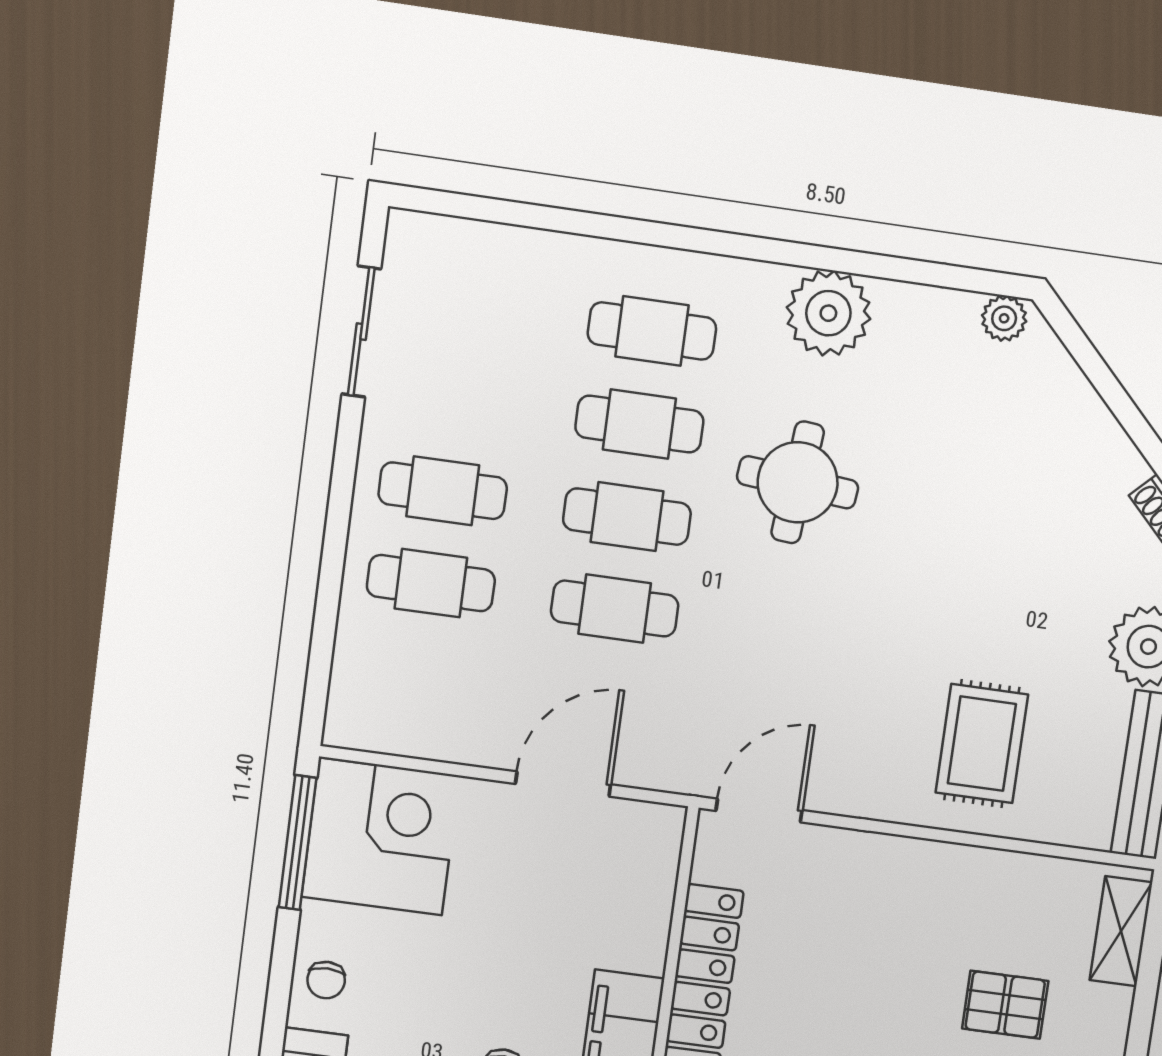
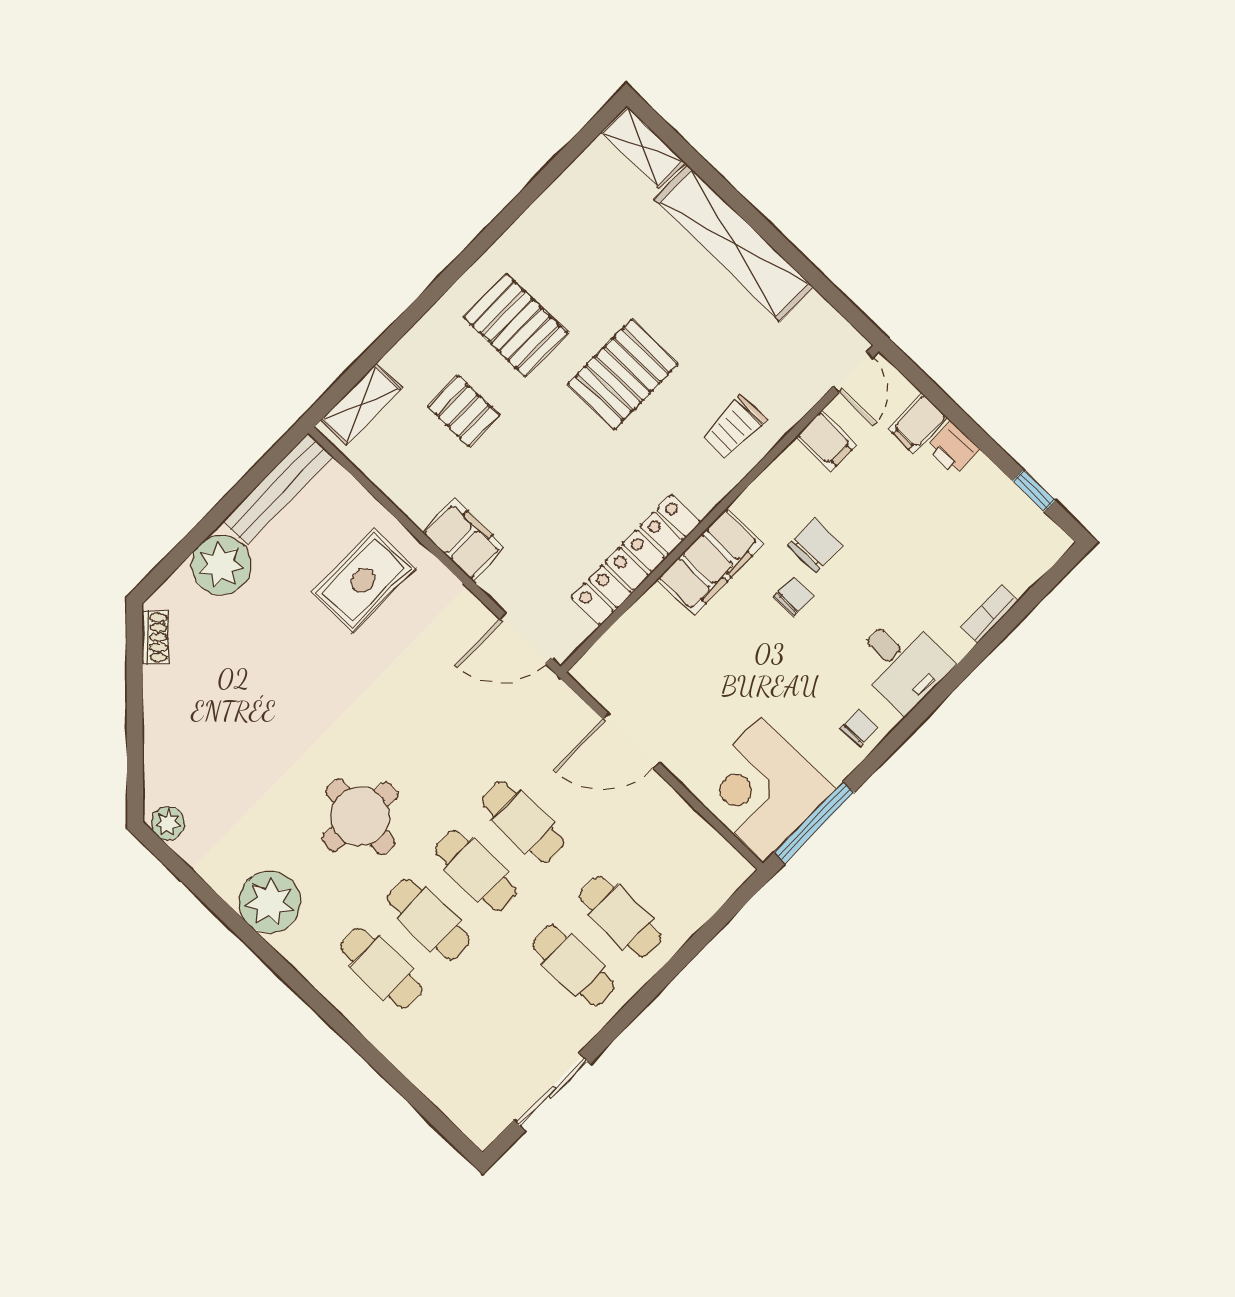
filing cabinet: (905, 867) -> (463, 540), added

